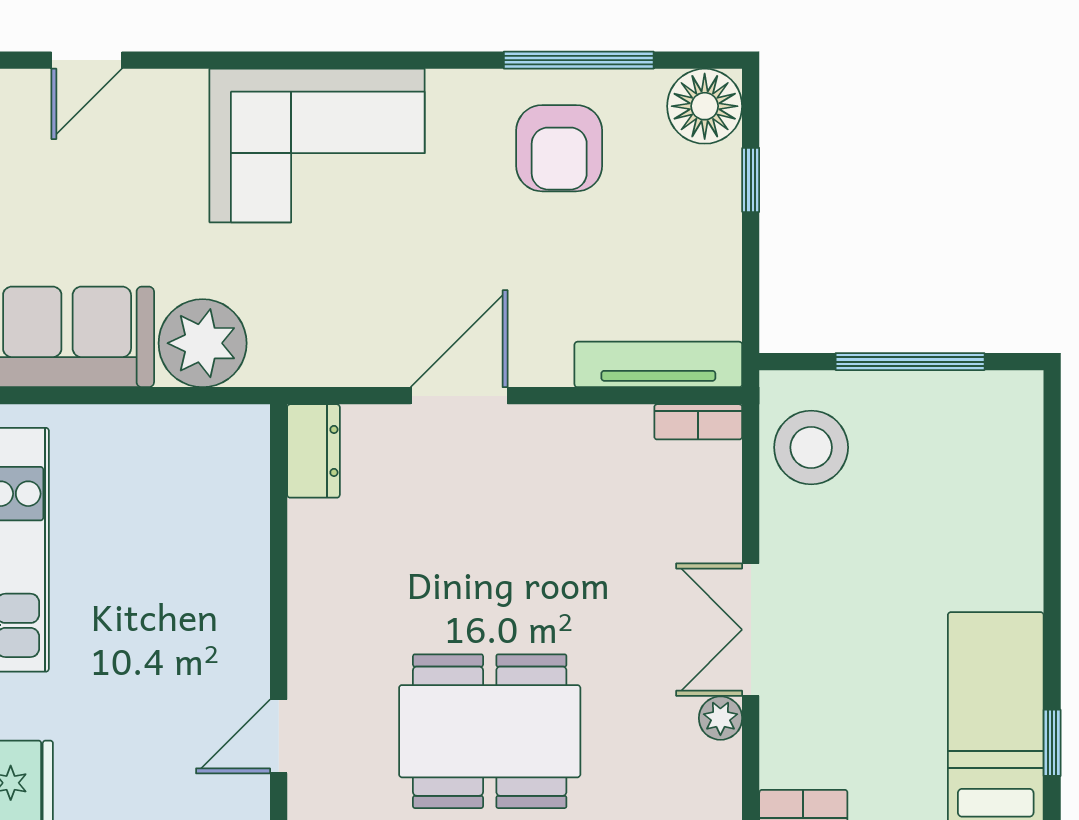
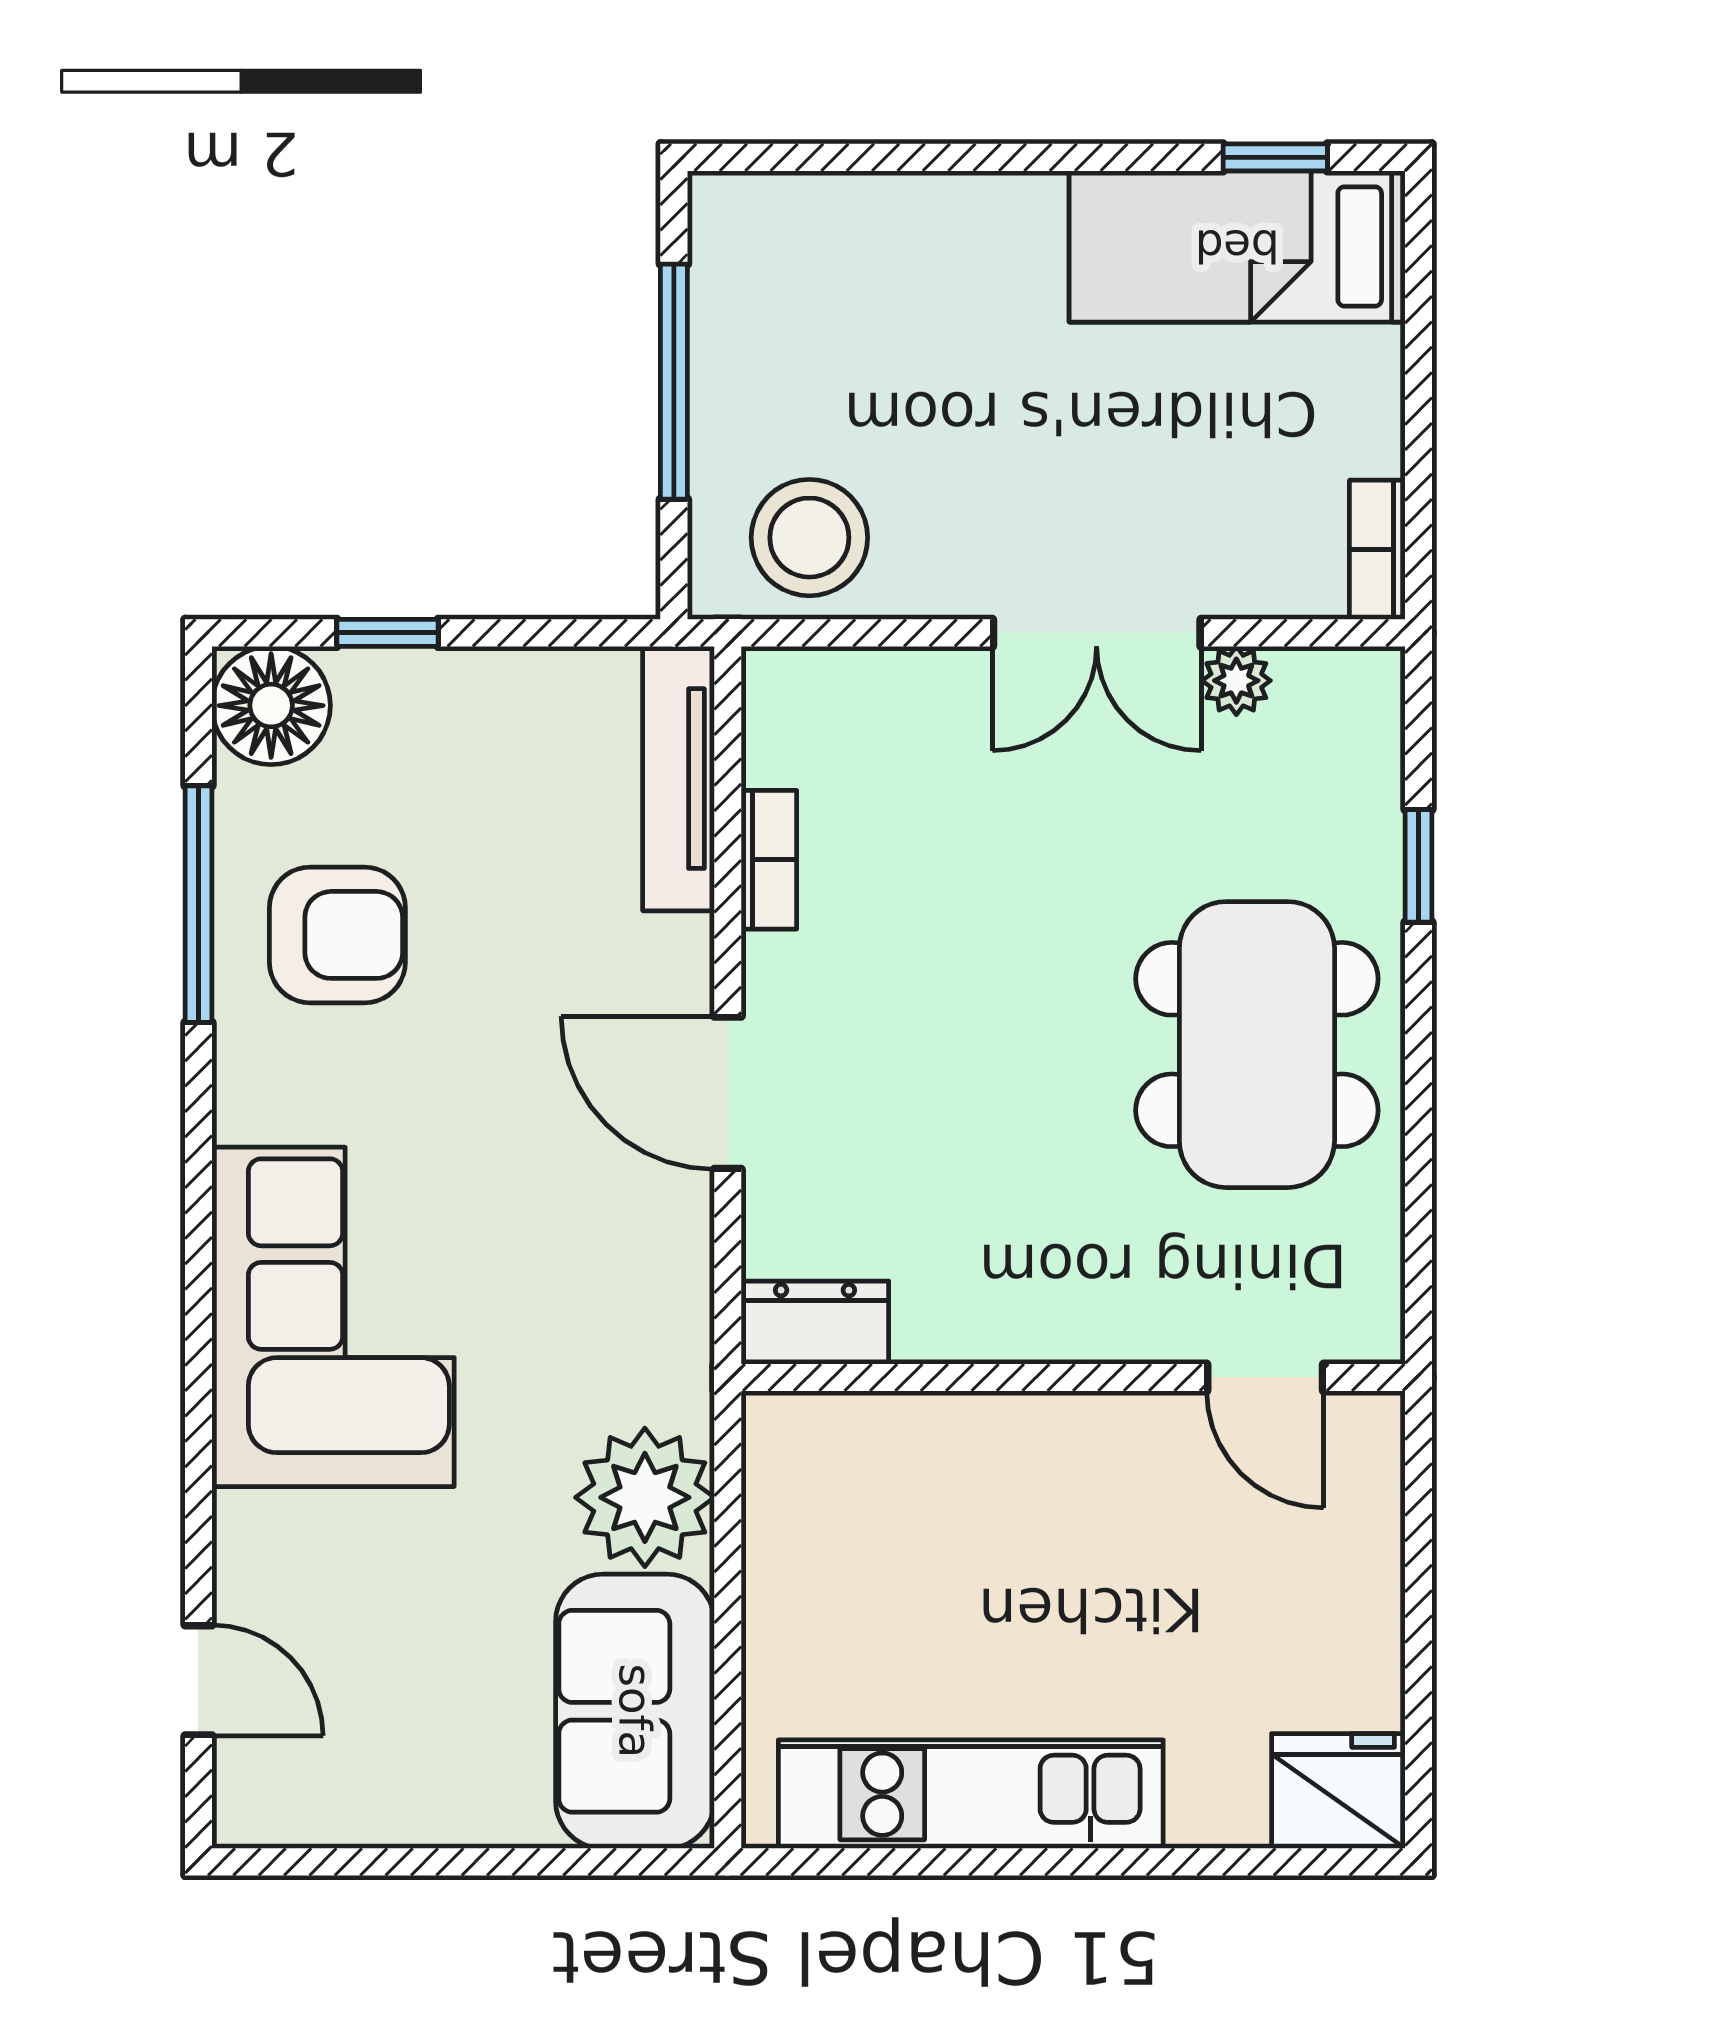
bookcase: (698, 422) -> (769, 860), moved

